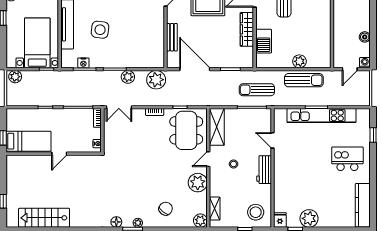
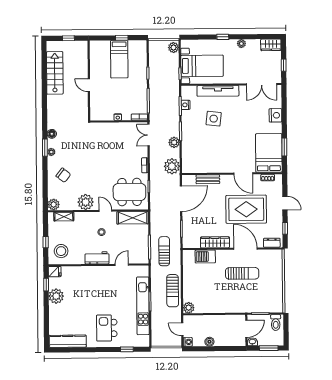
plant: (299, 61) -> (189, 308), moved
wall: (54, 154) -> (89, 81), moved
door: (59, 154) -> (89, 85), moved
kitchen island: (347, 159) -> (107, 328), turned 180

